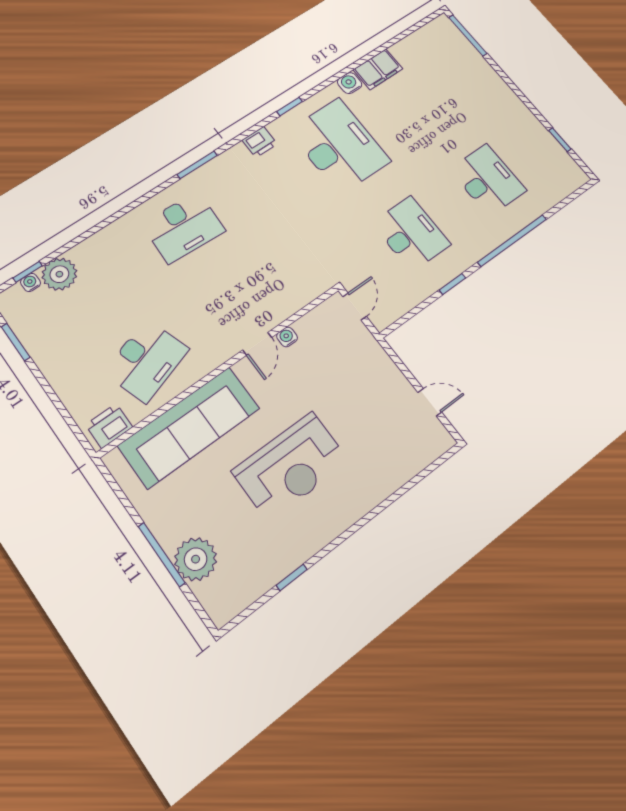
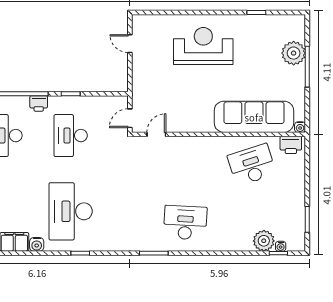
printer: (260, 142) -> (39, 103), moved, turned 180
water cooler: (287, 337) -> (300, 127), moved
door: (257, 344) -> (156, 134), moved
reception desk: (291, 466) -> (203, 46), moved

